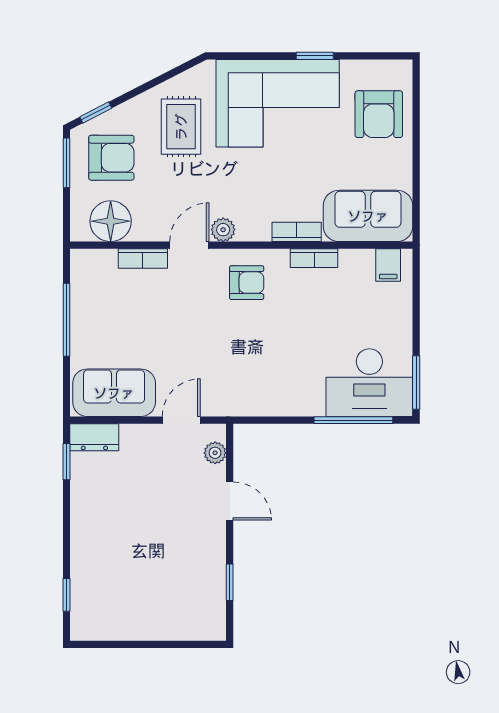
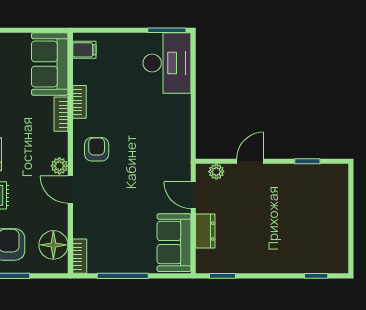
bookcase: (143, 259) -> (80, 256), moved
window: (353, 420) -> (193, 74), removed
dresser: (94, 437) -> (205, 231), moved

